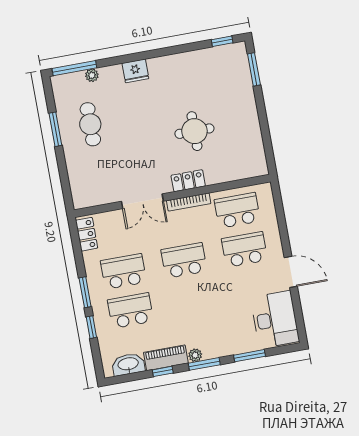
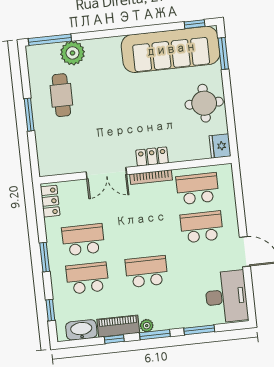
sofa: (199, 69) -> (171, 49), added
fridge: (135, 71) -> (220, 146), moved, turned 90
plant: (92, 75) -> (73, 53), width x1.88, depth x1.88
window: (55, 129) -> (29, 115), moved
round table: (194, 131) -> (204, 103), moved
school desk: (184, 260) -> (147, 272), moved
window: (91, 327) -> (50, 310), moved

